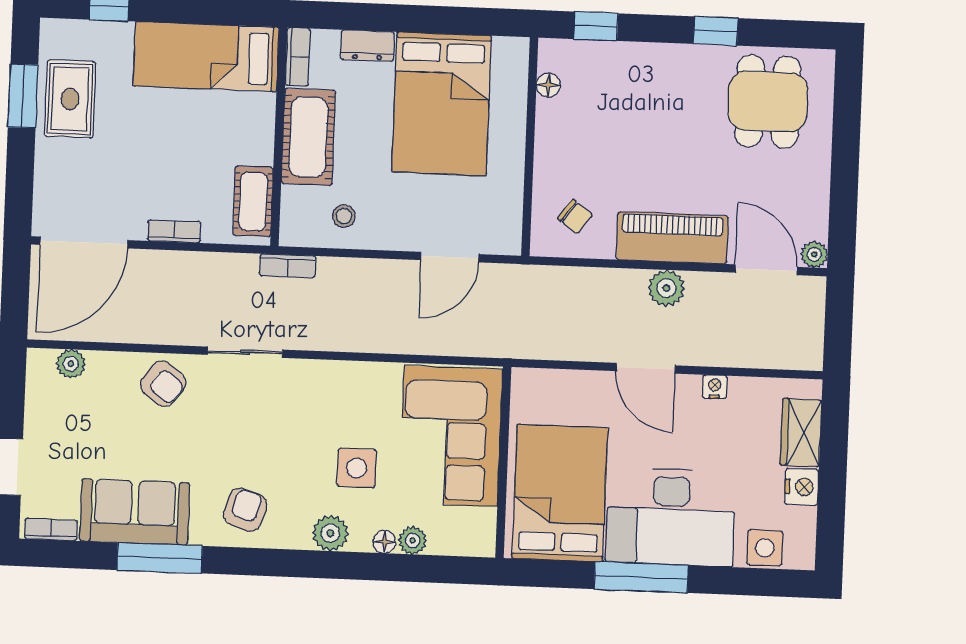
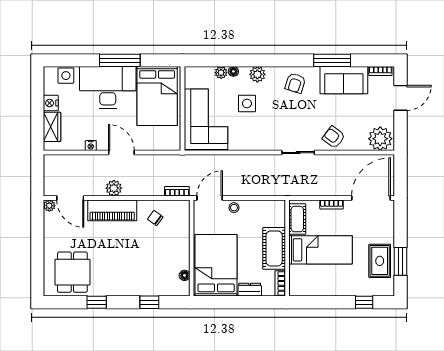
bed: (206, 57) -> (321, 250), moved
floor lamp: (548, 85) -> (185, 275), moved
wall: (530, 147) -> (192, 248), moved
stool: (344, 216) -> (234, 208), moved
bookcase: (288, 266) -> (177, 191), moved
plant: (71, 364) -> (380, 139), width x1.88, depth x1.88

